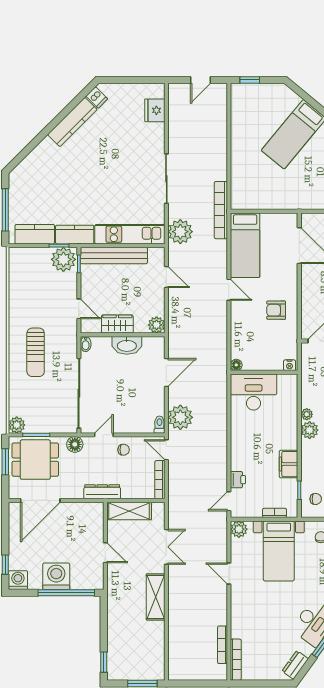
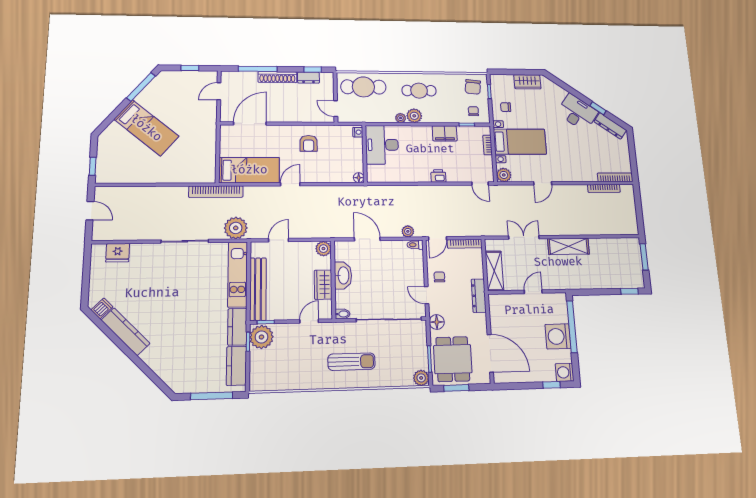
desk: (254, 392) -> (382, 145), moved
plant: (180, 417) -> (408, 231), width x0.53, depth x0.53
printer: (238, 480) -> (438, 176), moved
dresser: (295, 665) -> (610, 126), width x1.44

